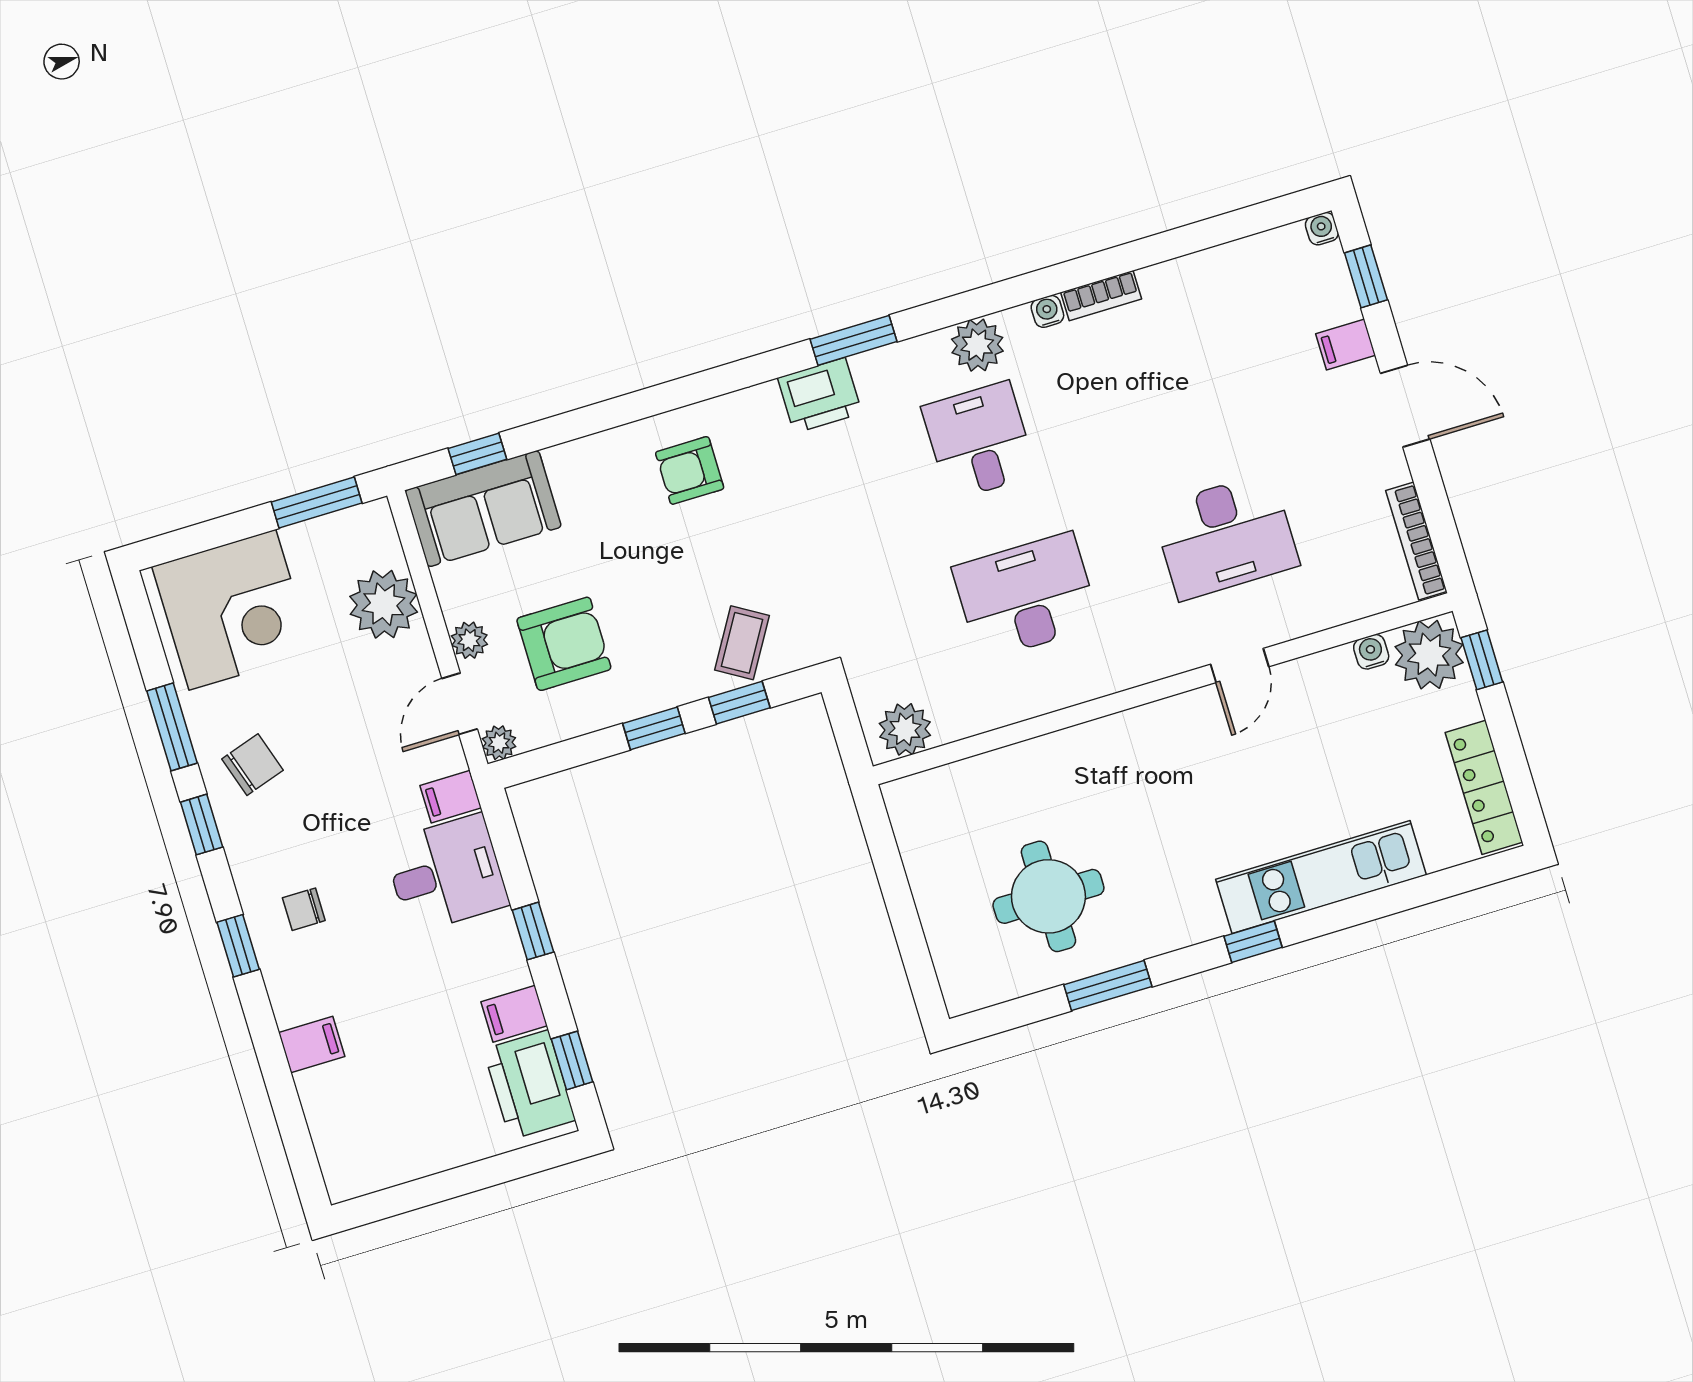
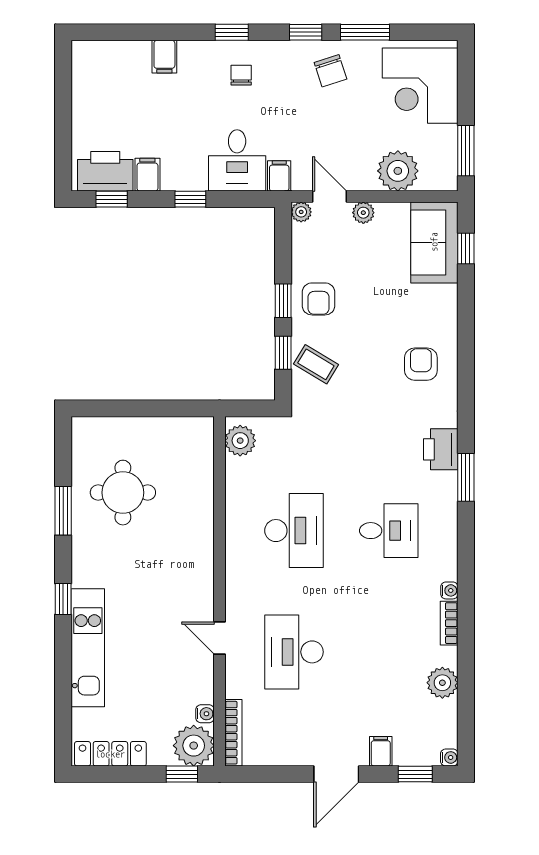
plant: (977, 345) -> (442, 683), moved
bookcase: (1416, 541) -> (233, 733), moved, turned 90
armchair: (564, 644) -> (318, 299), moved, width x0.72, depth x0.72

